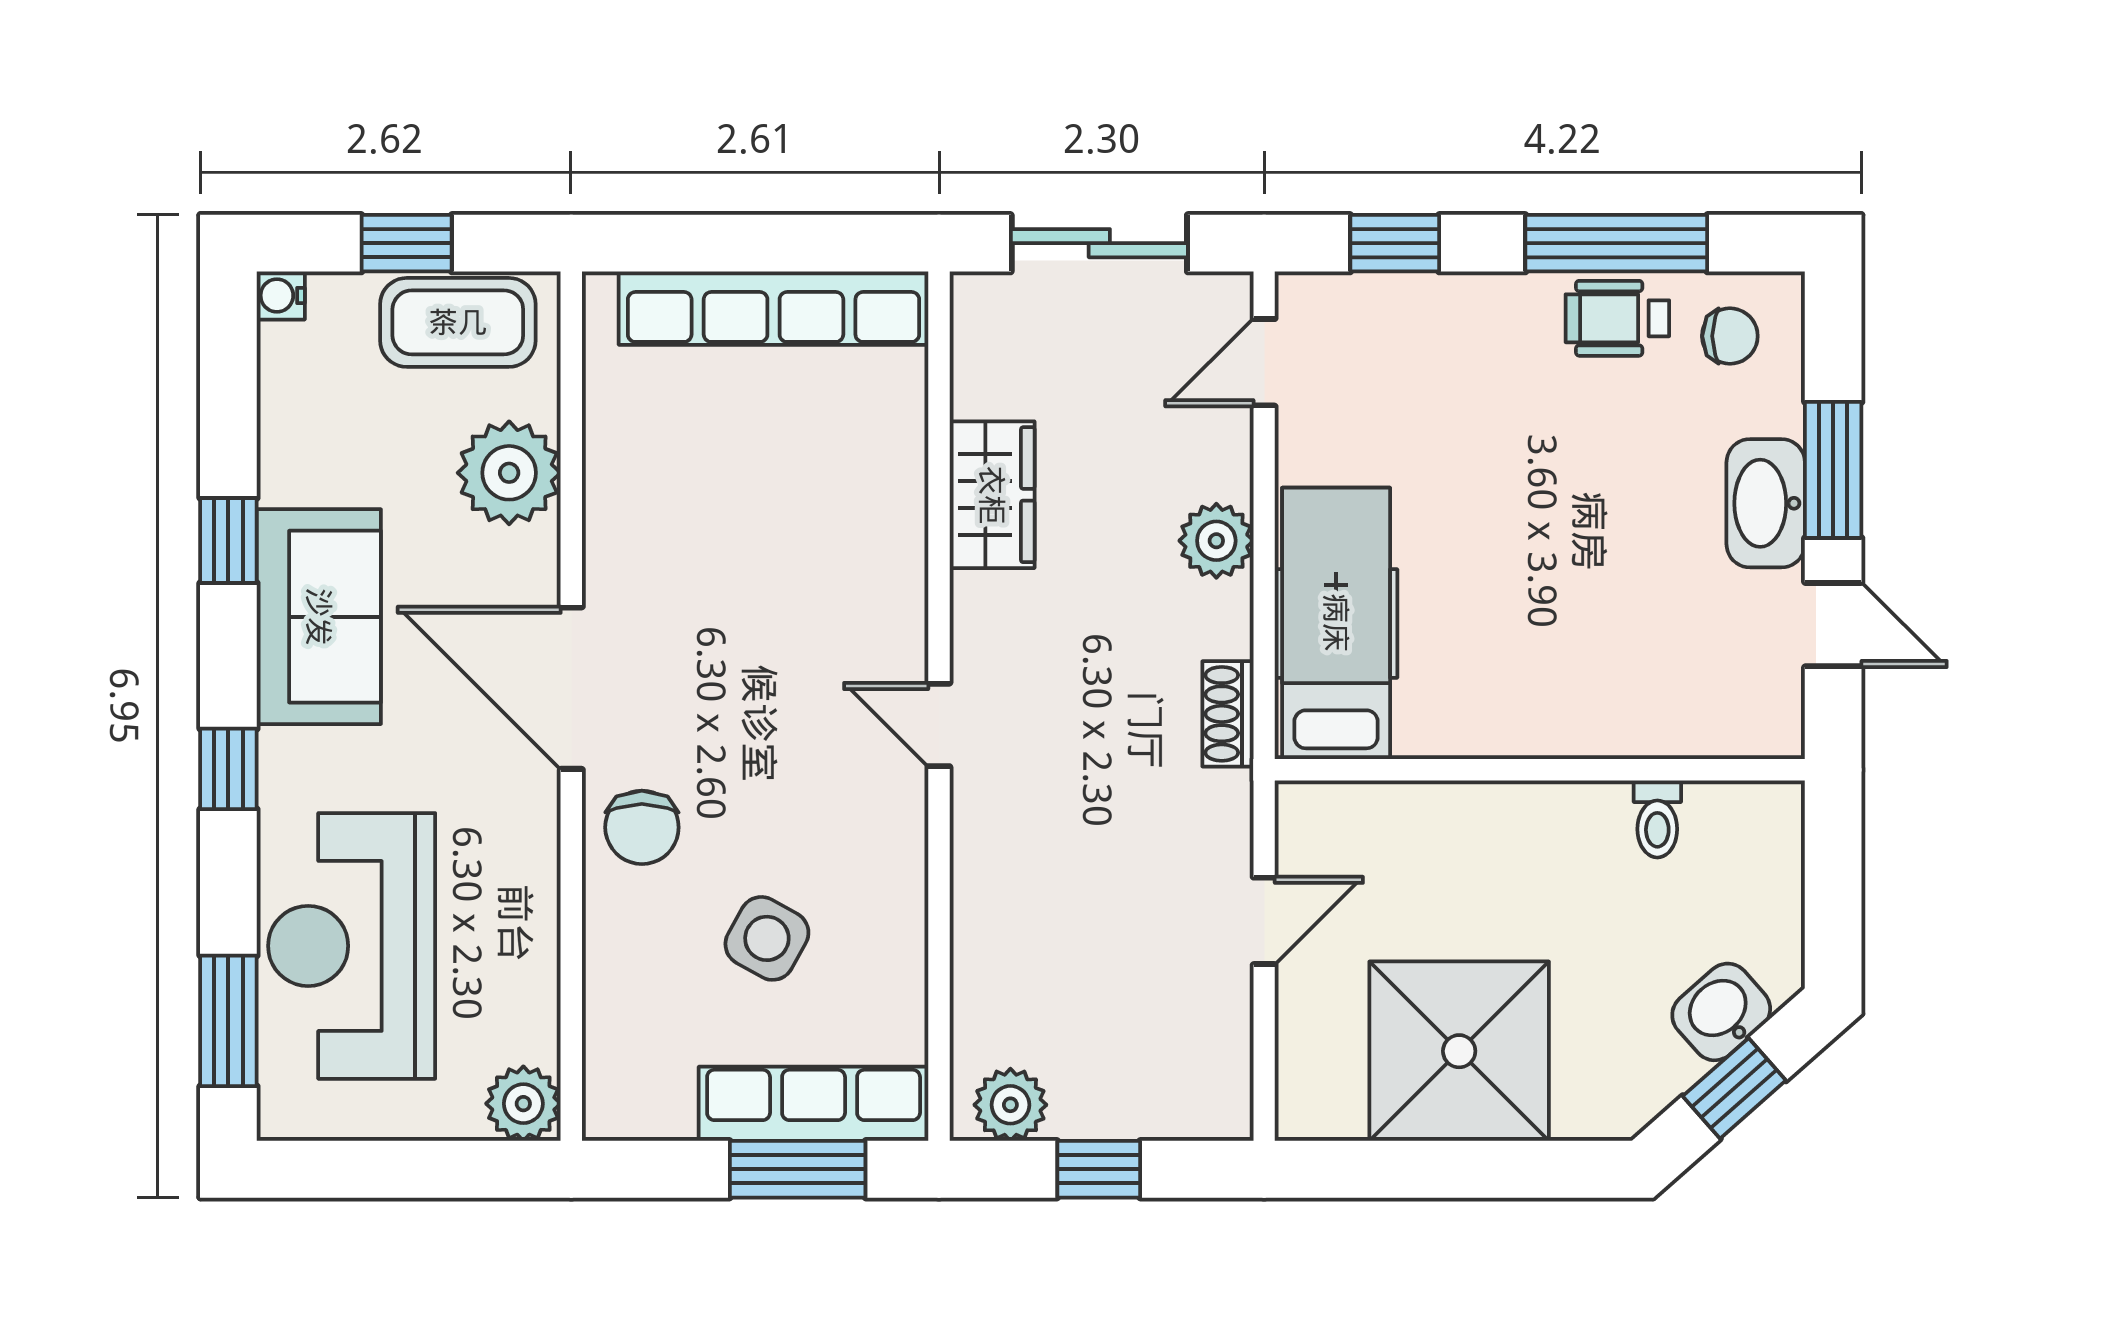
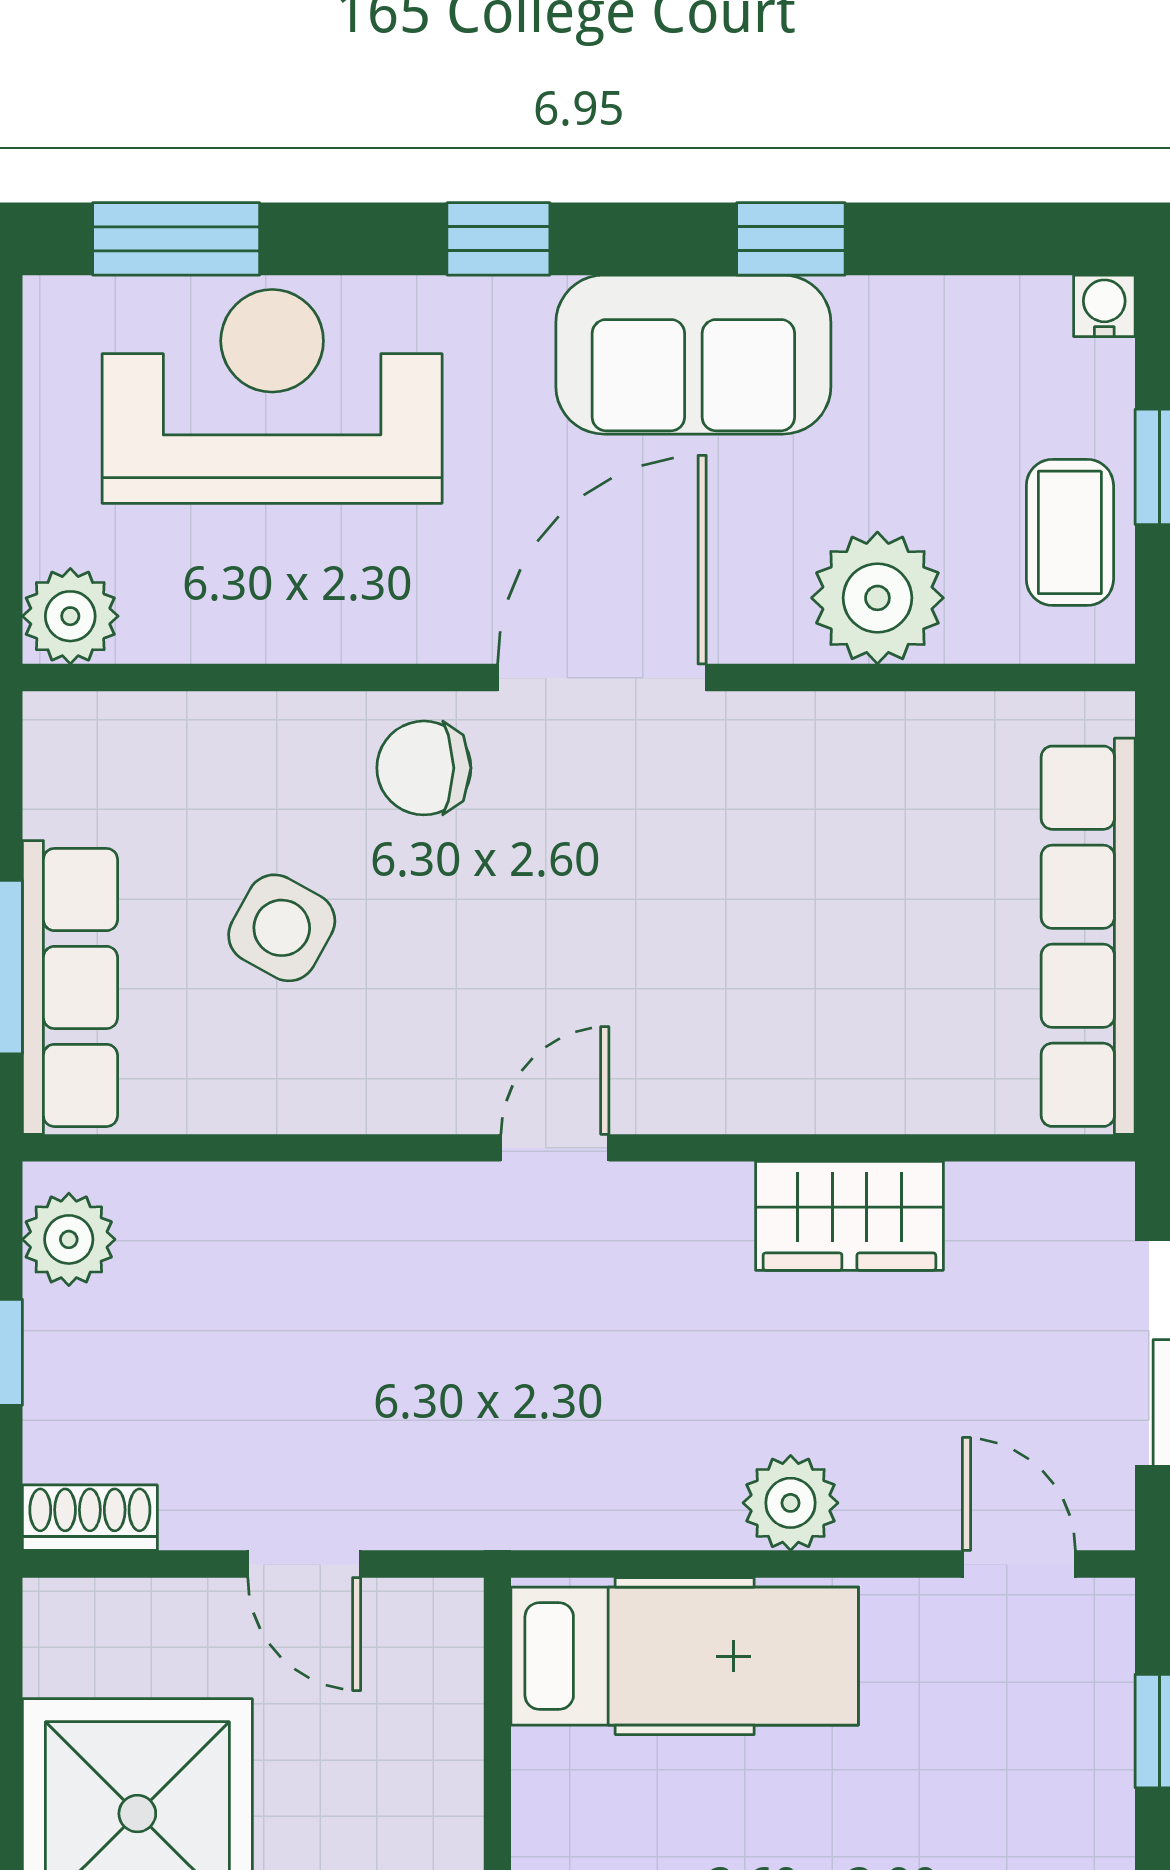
coffee table: (458, 322) -> (1070, 532), width x0.73, depth x0.77
shoe rack: (1228, 714) -> (90, 1518), moved

